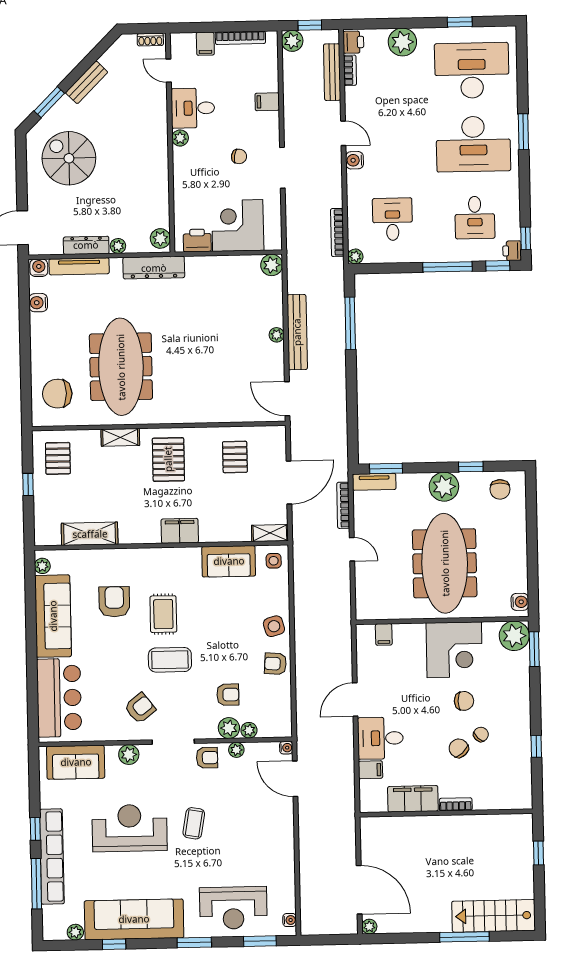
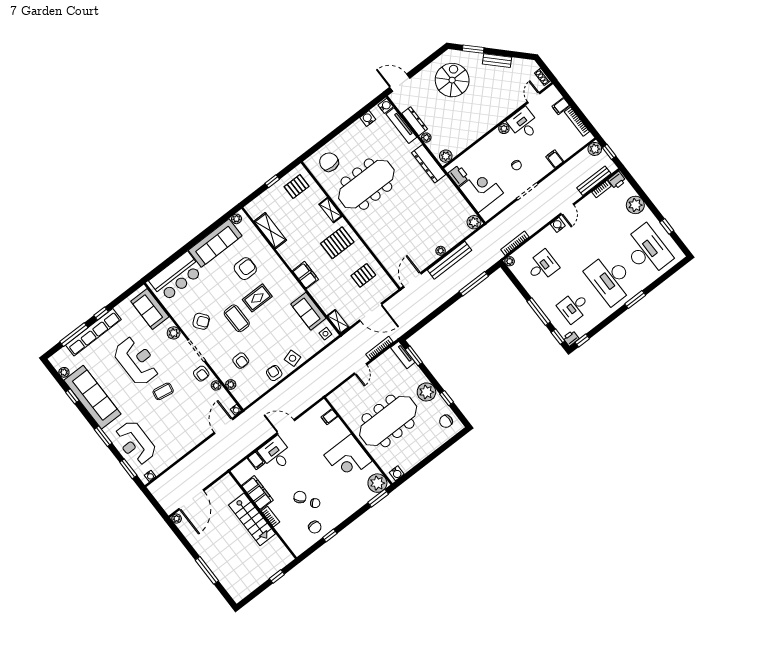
chair: (464, 701) -> (315, 527), moved
plant: (229, 728) -> (224, 374), removed
stairs: (494, 916) -> (252, 519), moved, turned 180

